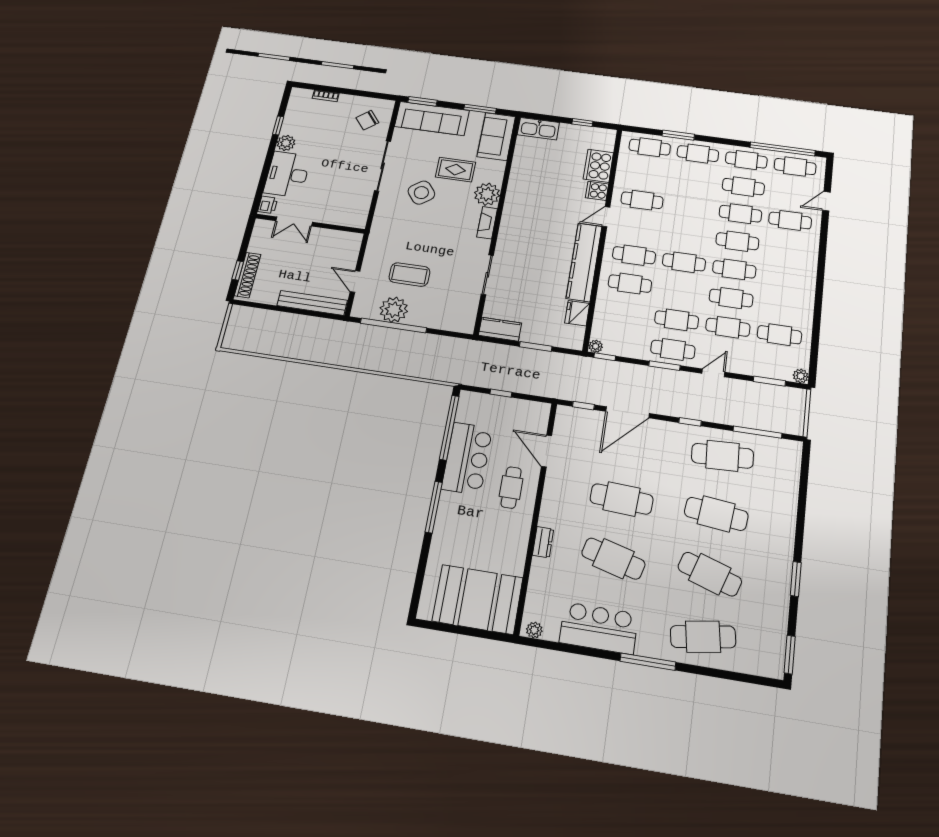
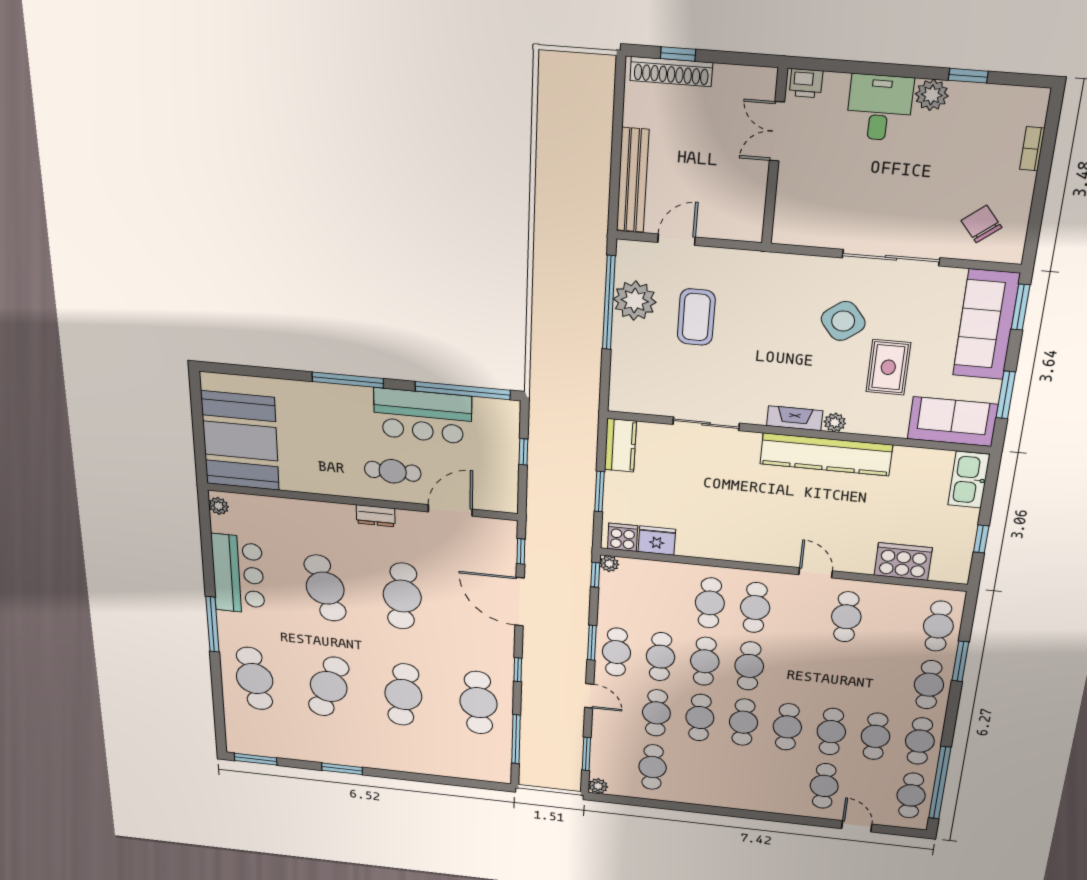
desk: (287, 174) -> (880, 108), width x0.73
cooker: (597, 191) -> (623, 537), moved
plant: (487, 194) -> (835, 422), width x0.53, depth x0.53
kitchen counter: (584, 262) -> (826, 454), moved, turned 180
cafe table: (680, 291) -> (705, 661), added
dresser: (543, 542) -> (376, 516), moved
cafe table: (613, 559) -> (325, 588), turned -30

